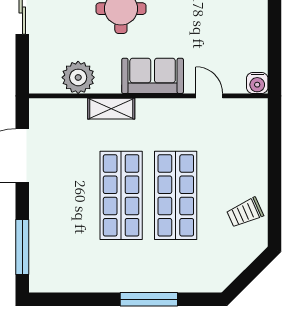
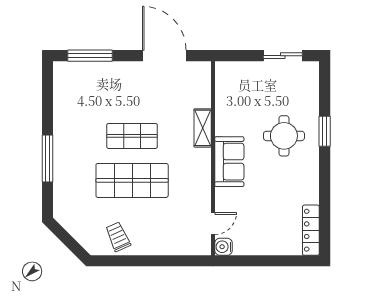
plant: (78, 77) -> (228, 101), removed
door: (209, 96) -> (213, 224), moved
shop shelf: (121, 195) -> (132, 136), width x0.70, depth x0.74

